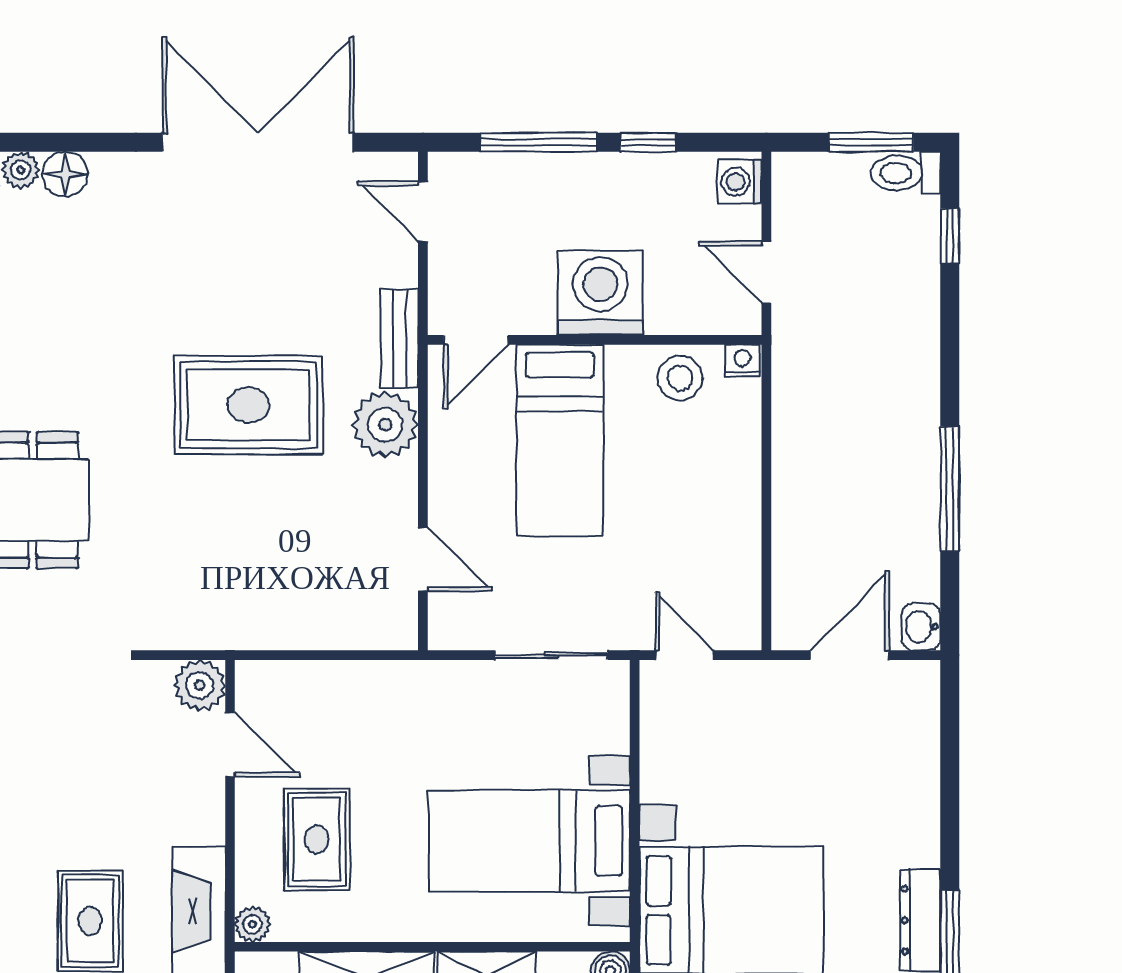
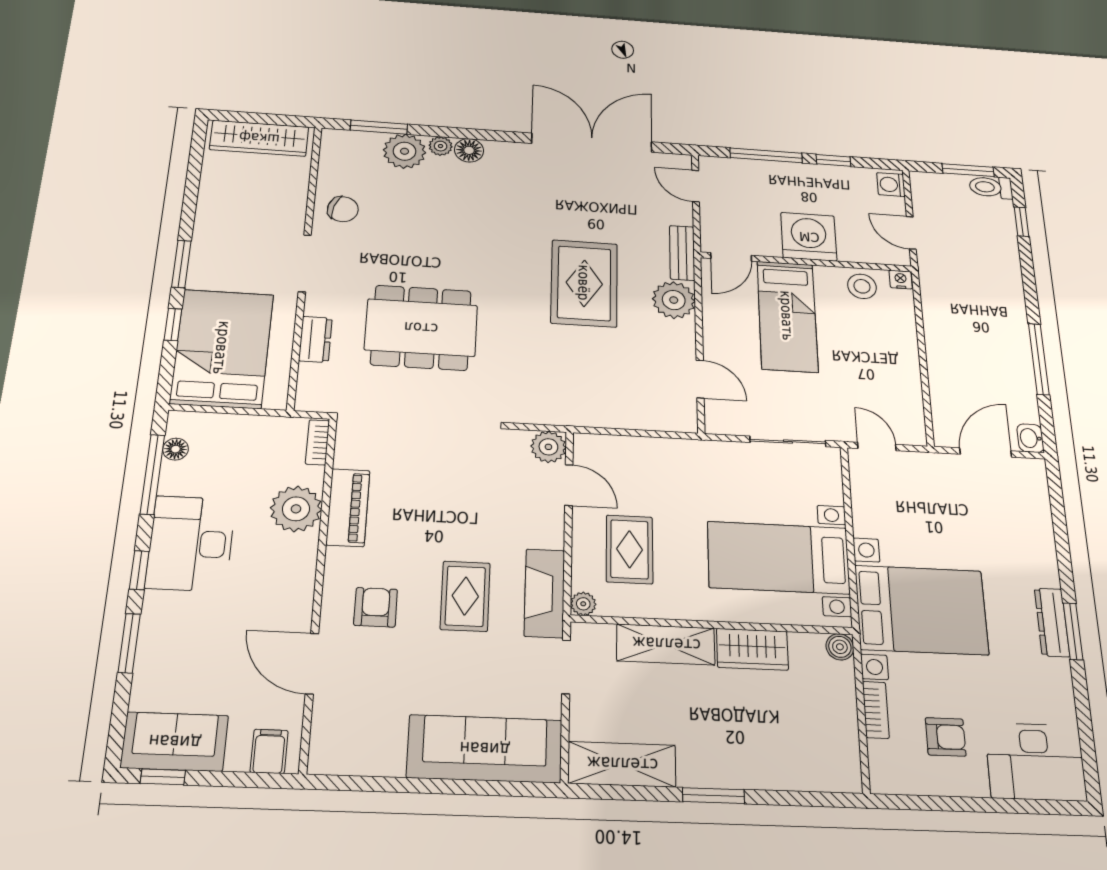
rug: (249, 405) -> (584, 283), turned 90

